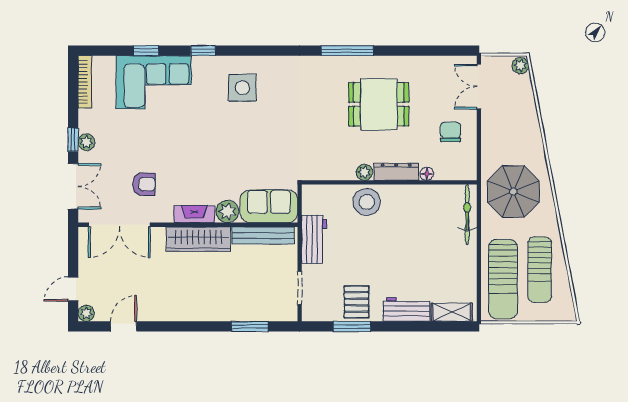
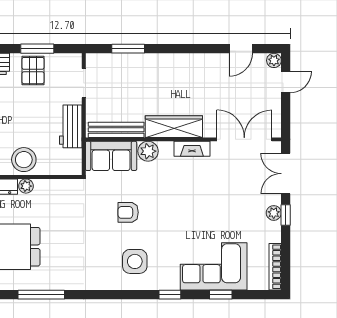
armchair: (144, 184) -> (128, 212), moved
fireplace: (194, 214) -> (192, 149), moved

